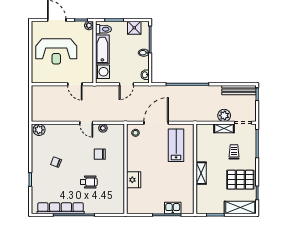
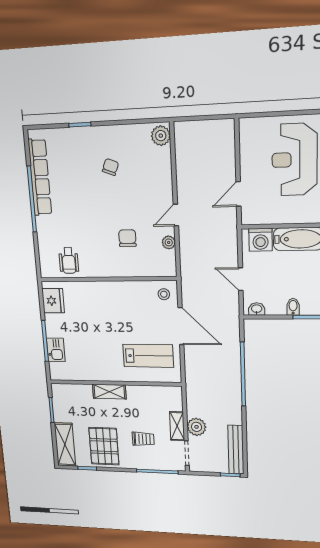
fridge: (134, 180) -> (53, 301), moved, turned -90
wheelchair: (89, 182) -> (69, 261), moved

